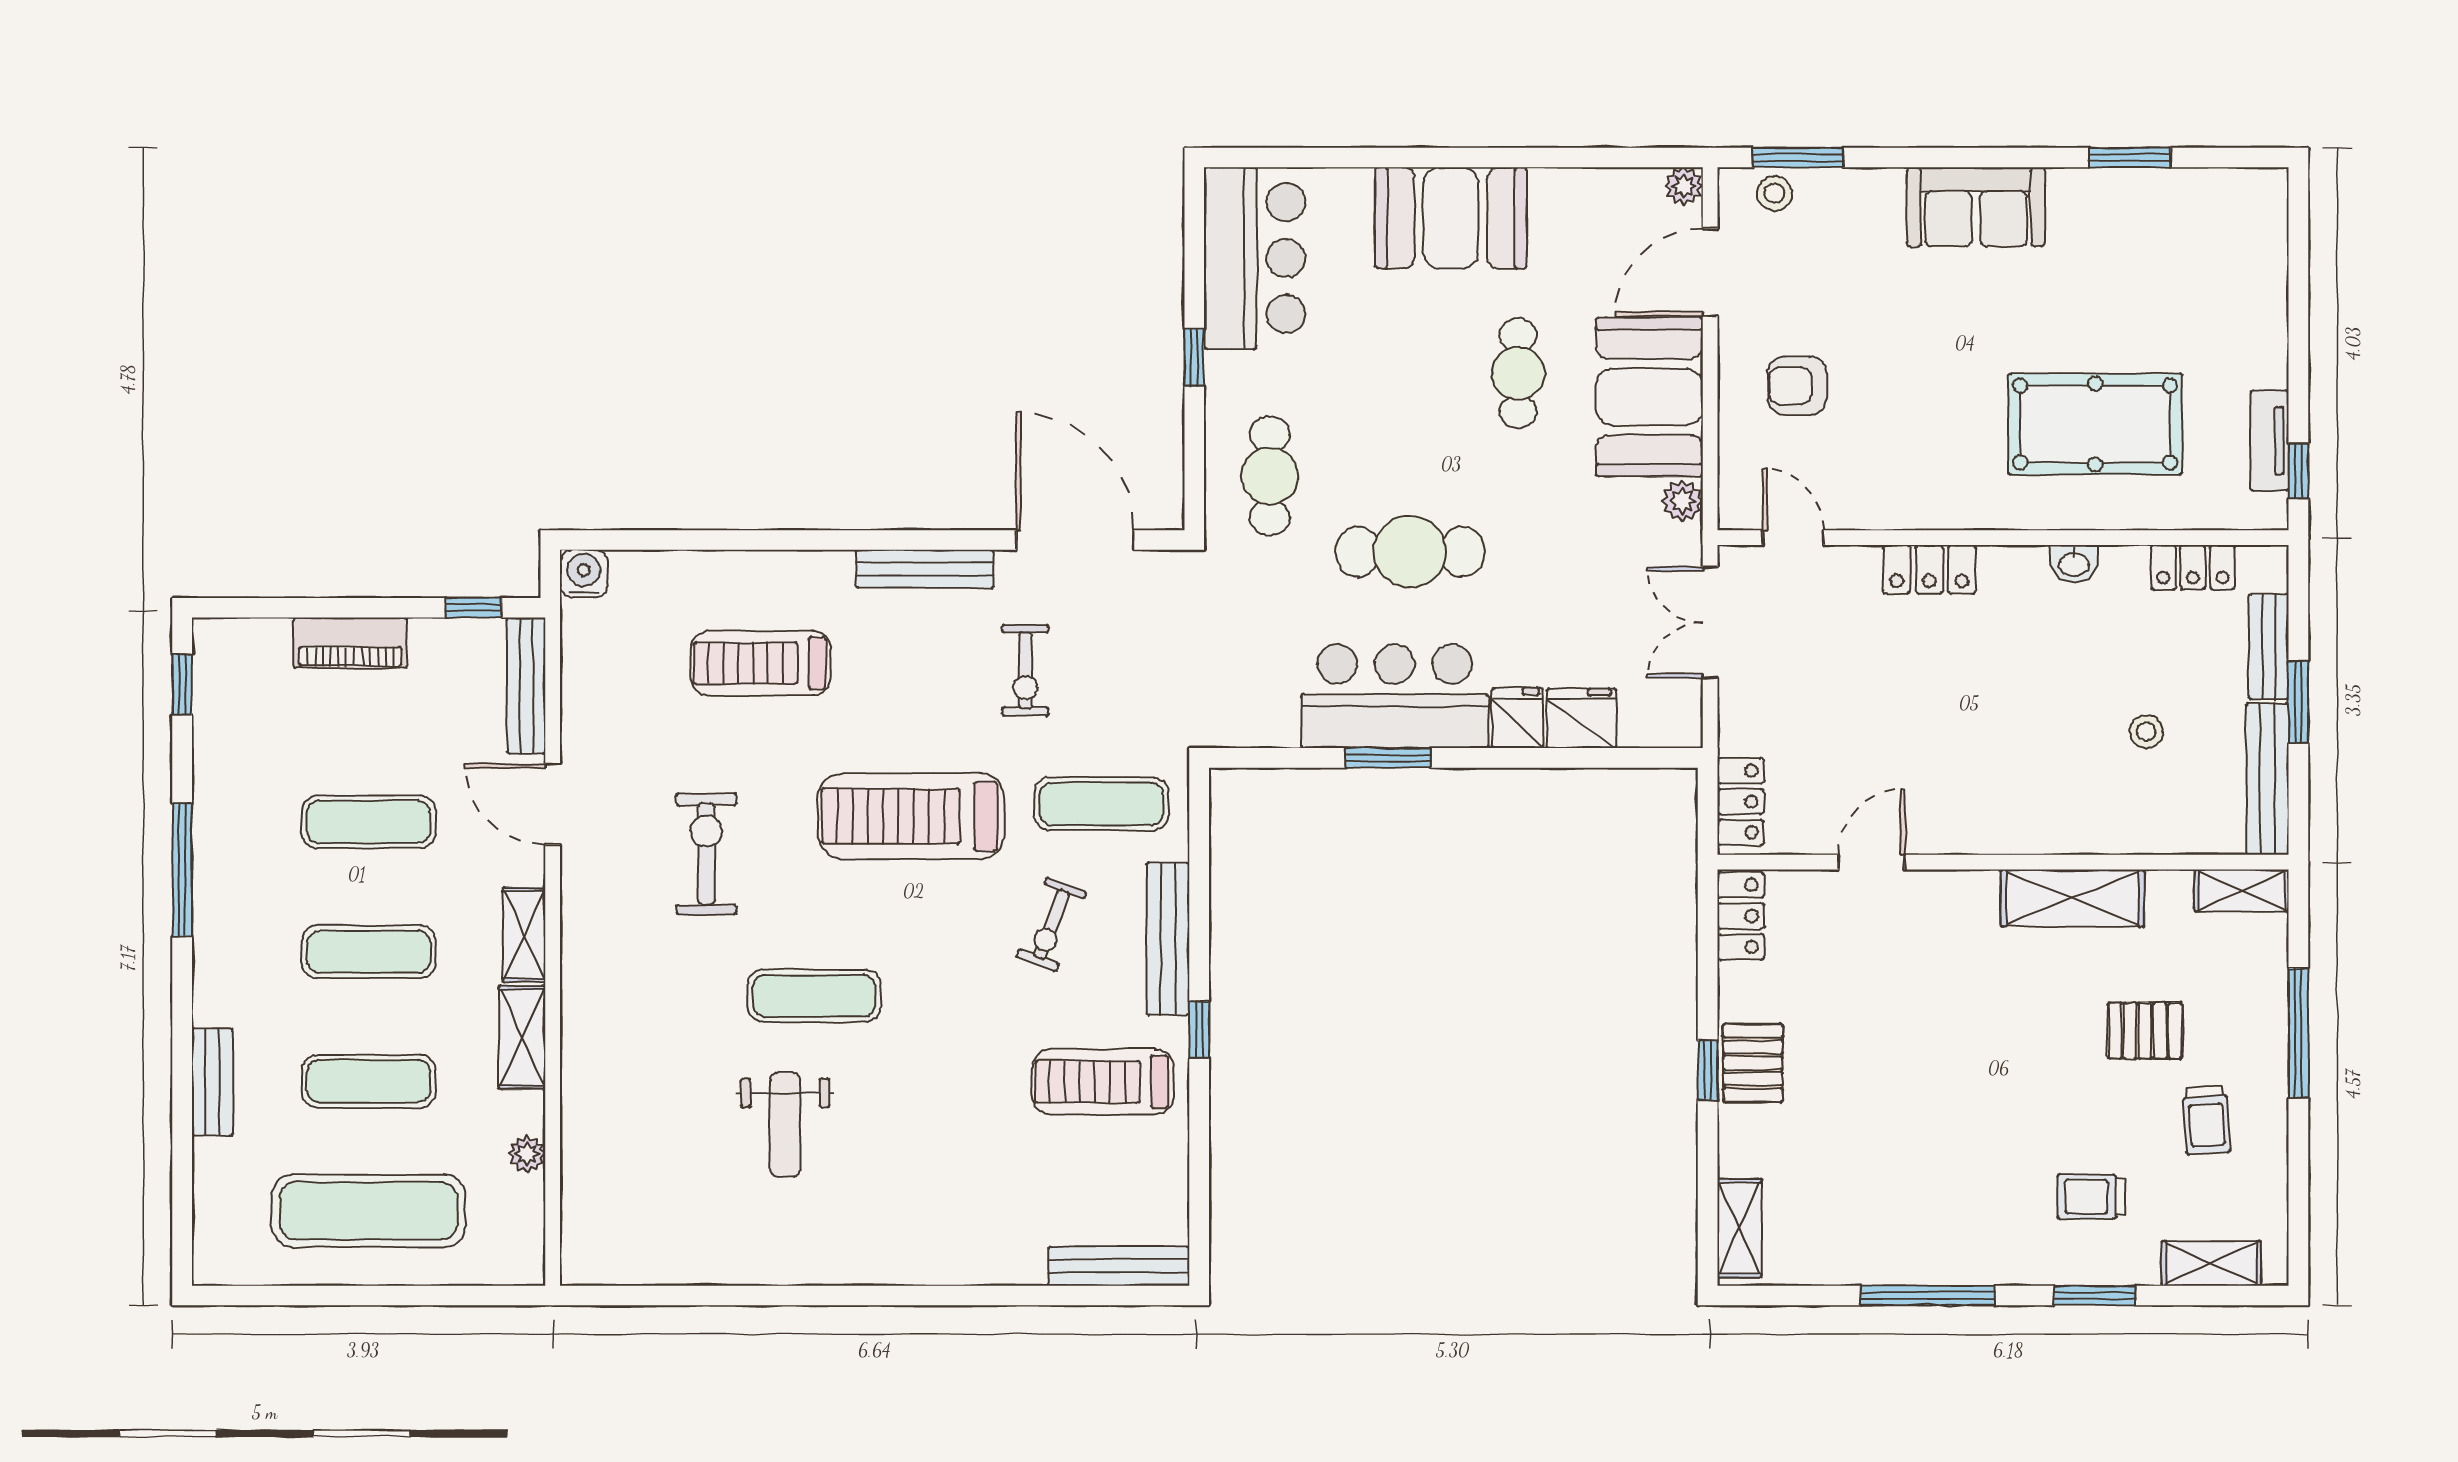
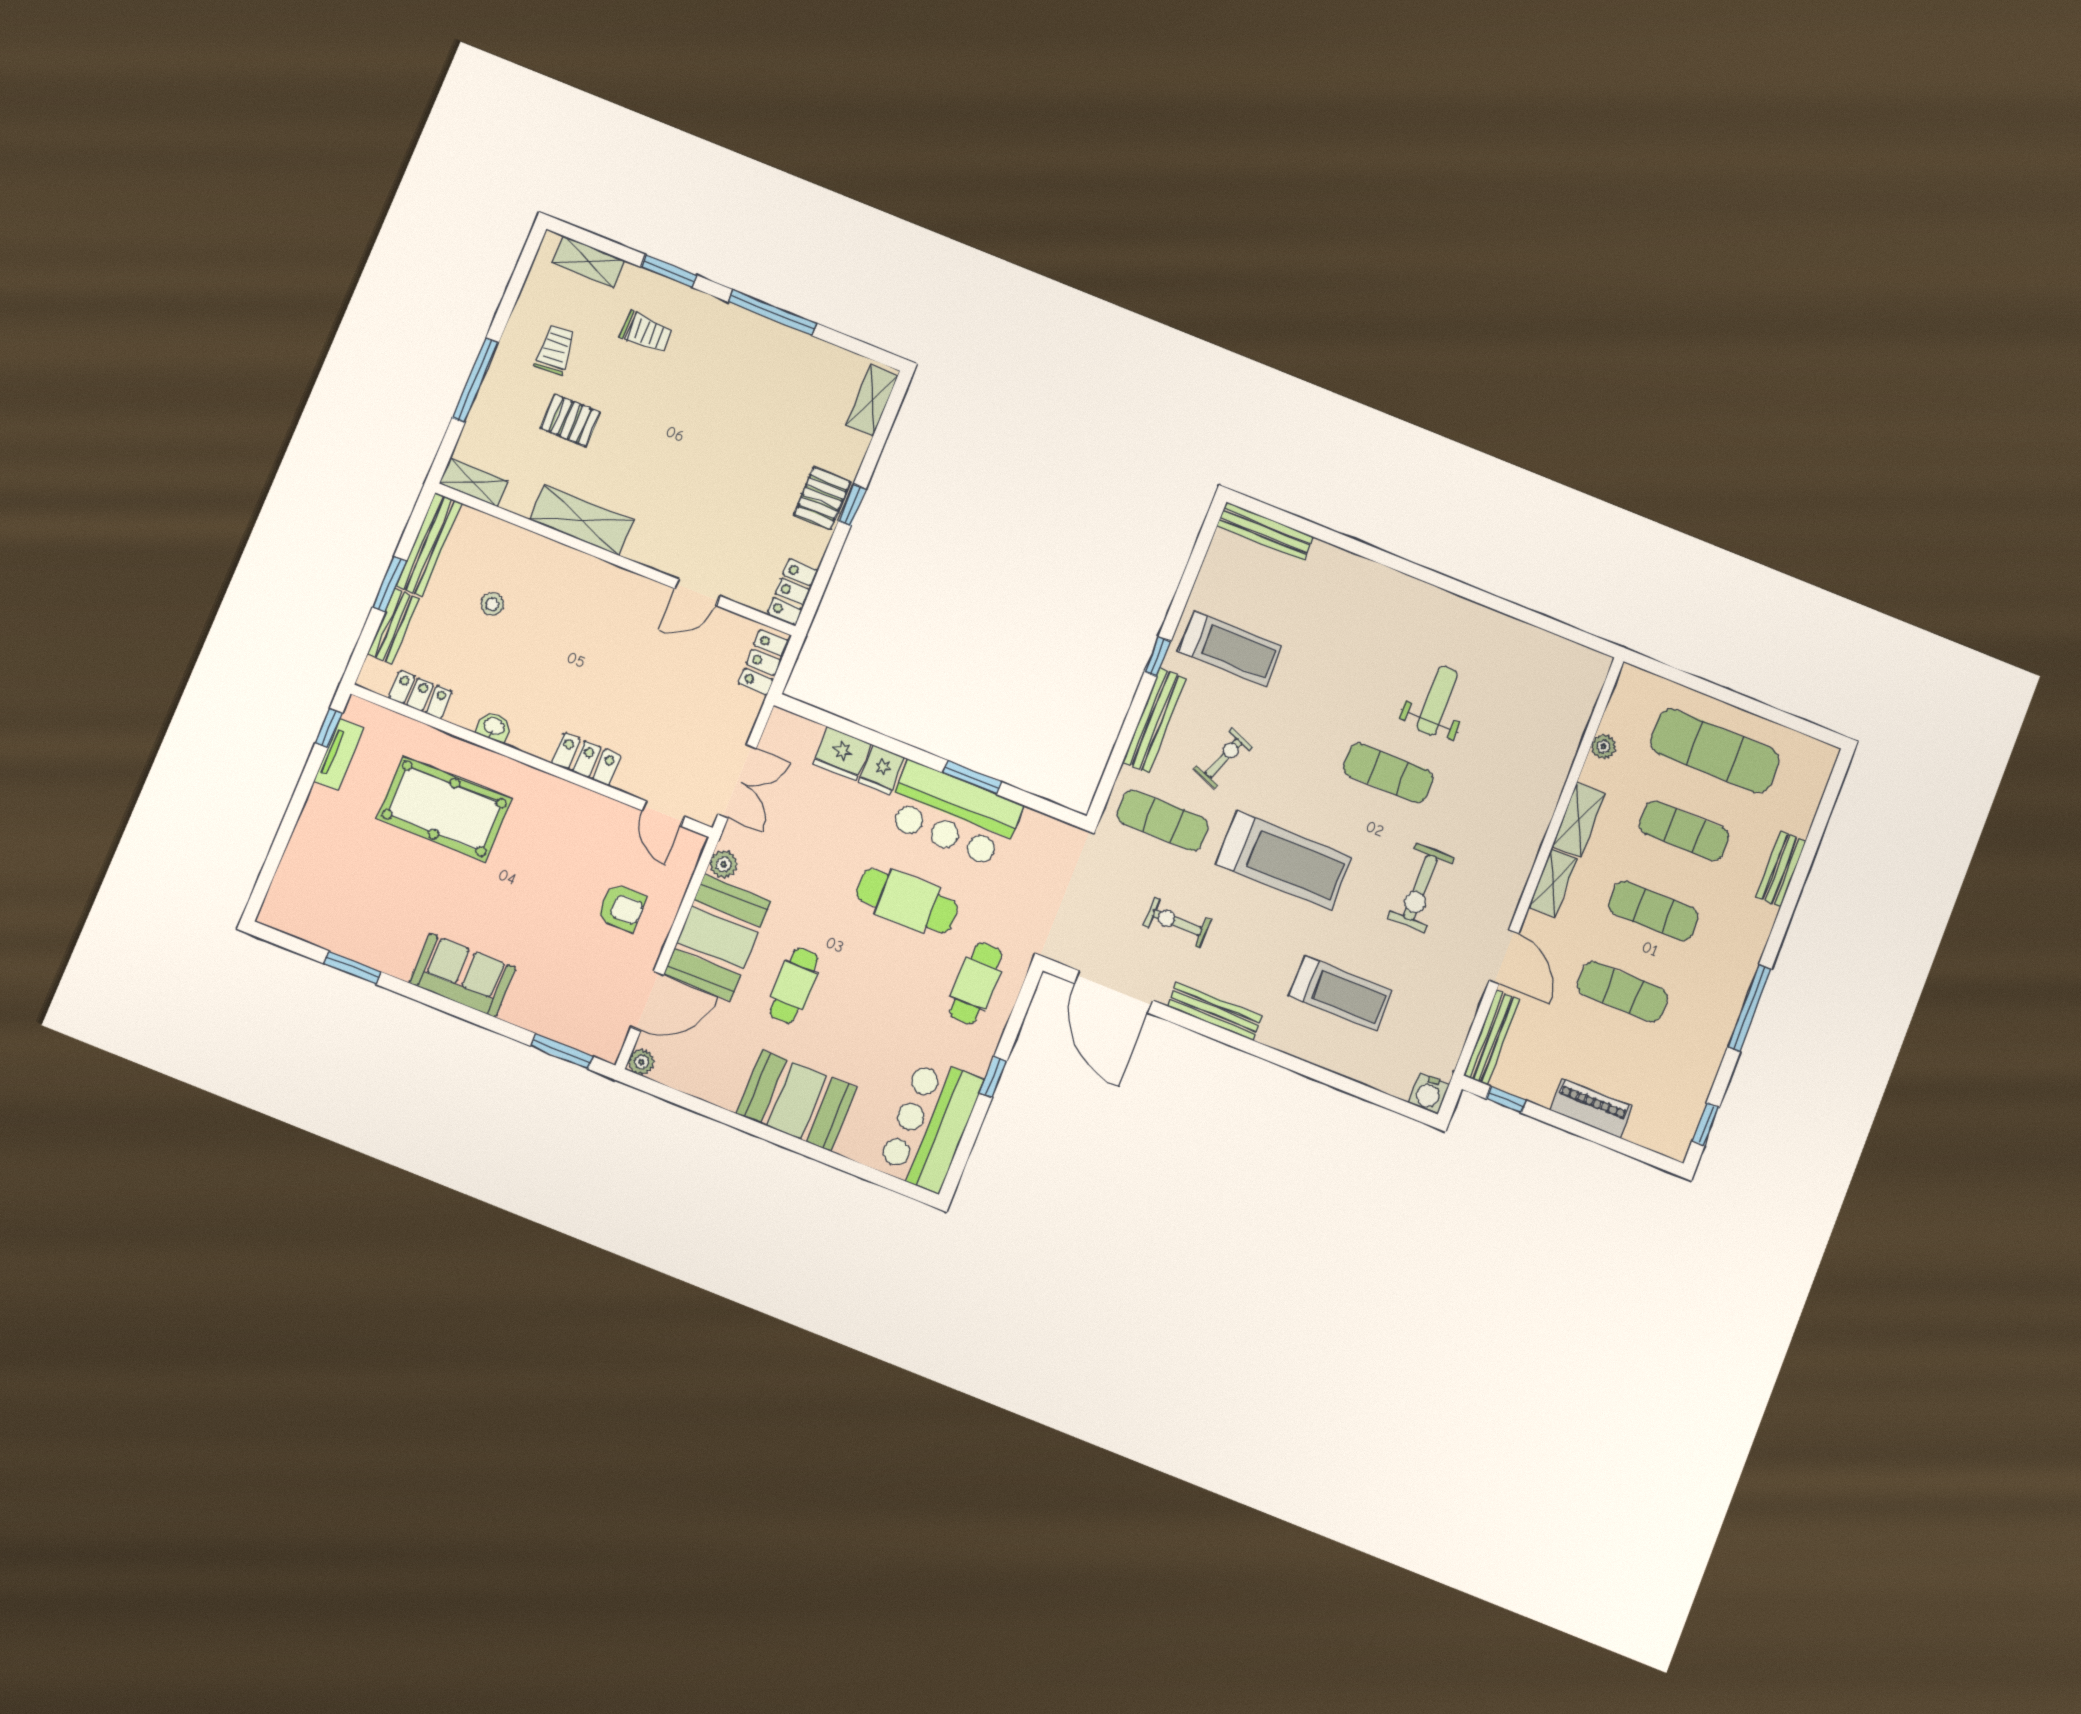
stool: (1775, 193) -> (586, 1035), removed
exercise bike: (1025, 670) -> (1177, 923), turned -90

